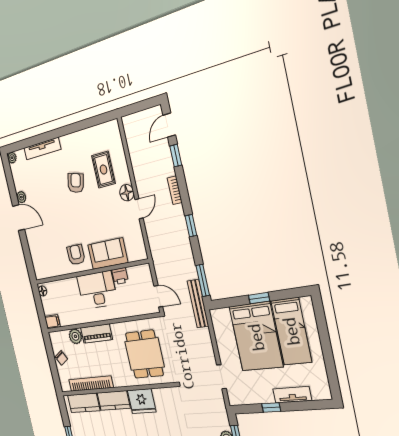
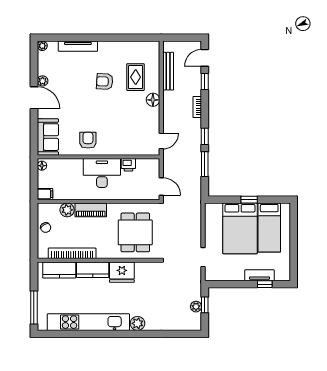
armchair: (76, 183) -> (105, 82), turned -102
door: (139, 209) -> (161, 141), moved
sofa: (108, 254) -> (48, 137), moved, turned 90
window: (203, 280) -> (205, 164), moved
bench: (198, 304) -> (168, 71), moved
window: (271, 407) -> (265, 284), moved

